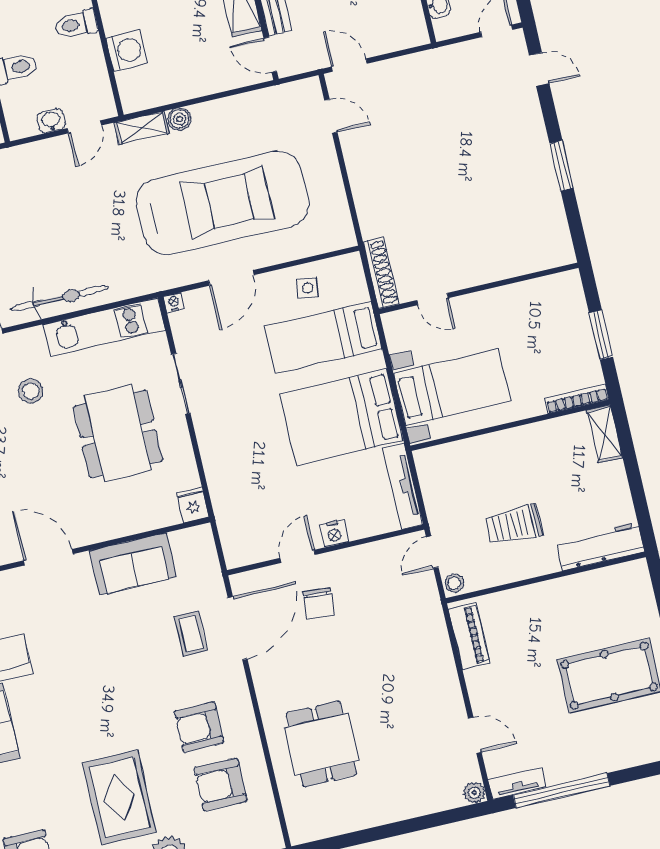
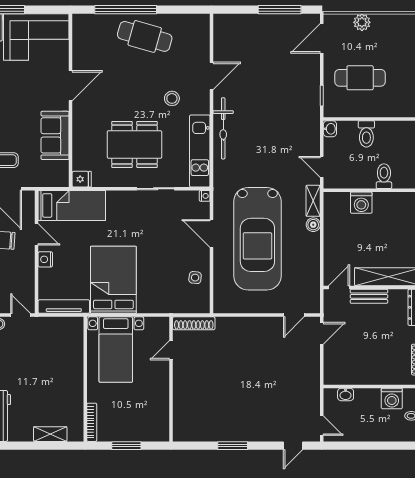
washbasin: (51, 121) -> (330, 129), moved
bed: (323, 338) -> (72, 205), moved, turned 90
shelving: (605, 434) -> (50, 434), moved
trolley: (514, 525) -> (25, 367), removed

